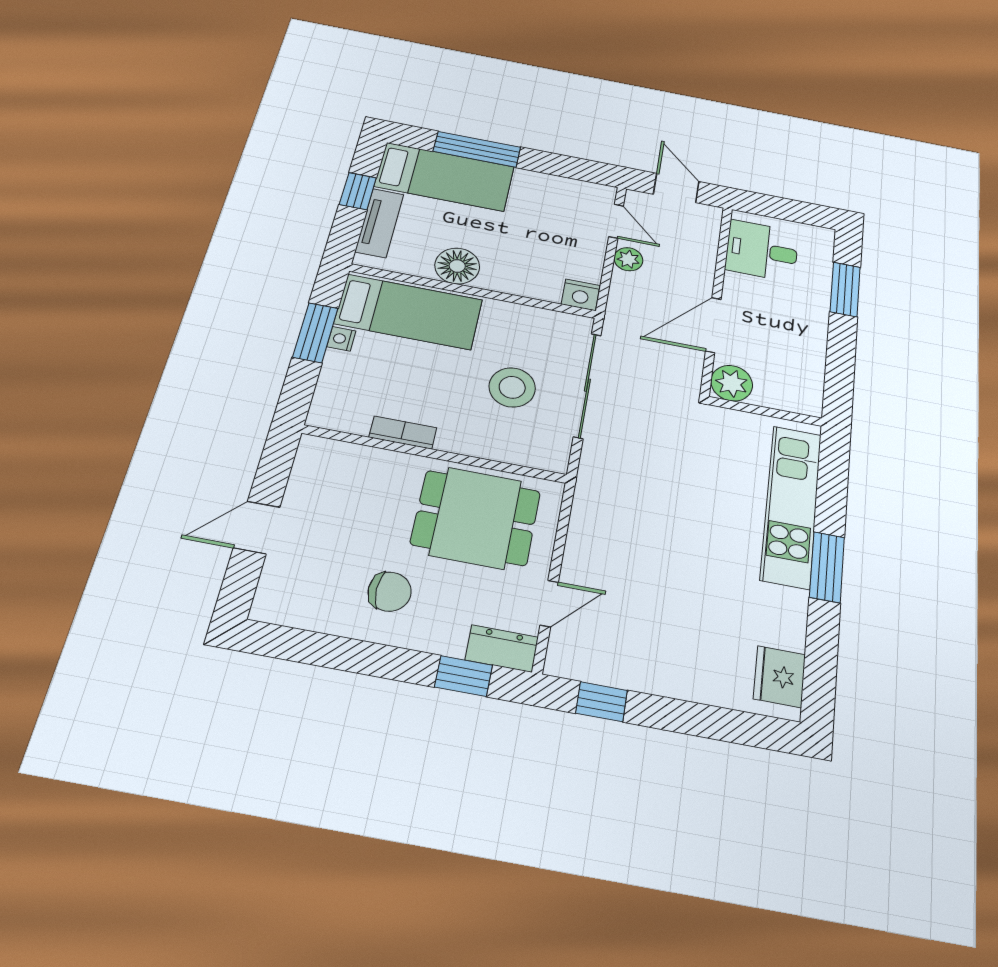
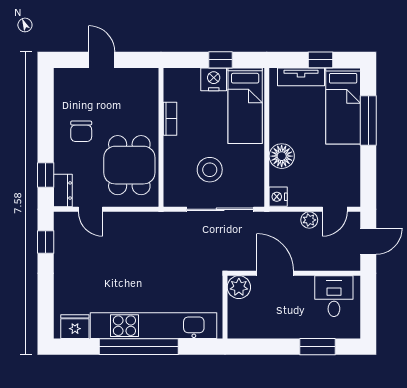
floor lamp: (457, 266) -> (282, 156), moved
window: (315, 333) -> (220, 60), width x0.67
nightstand: (341, 339) -> (214, 79), width x1.89, depth x1.79
kitchen unit: (791, 506) -> (153, 326), width x1.36
window: (827, 567) -> (139, 347), width x2.11

